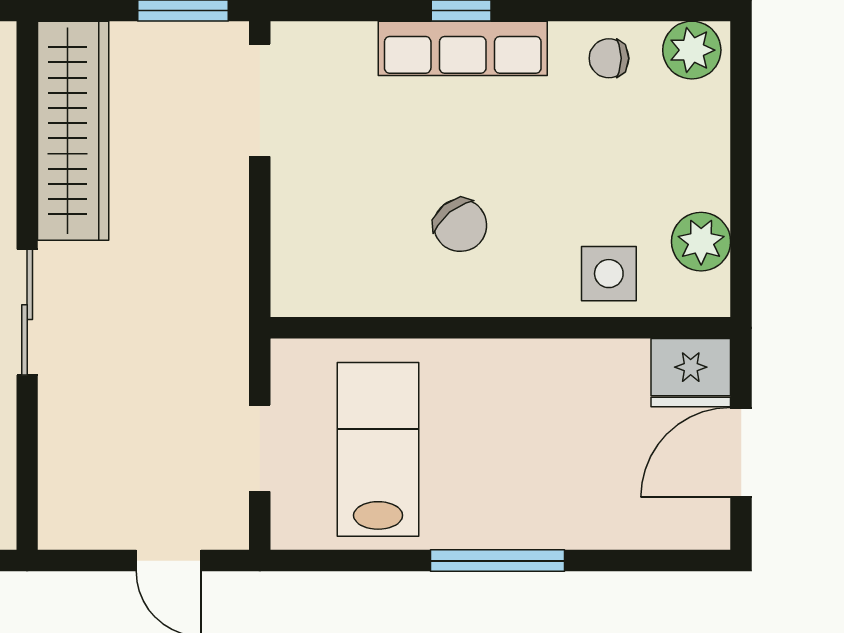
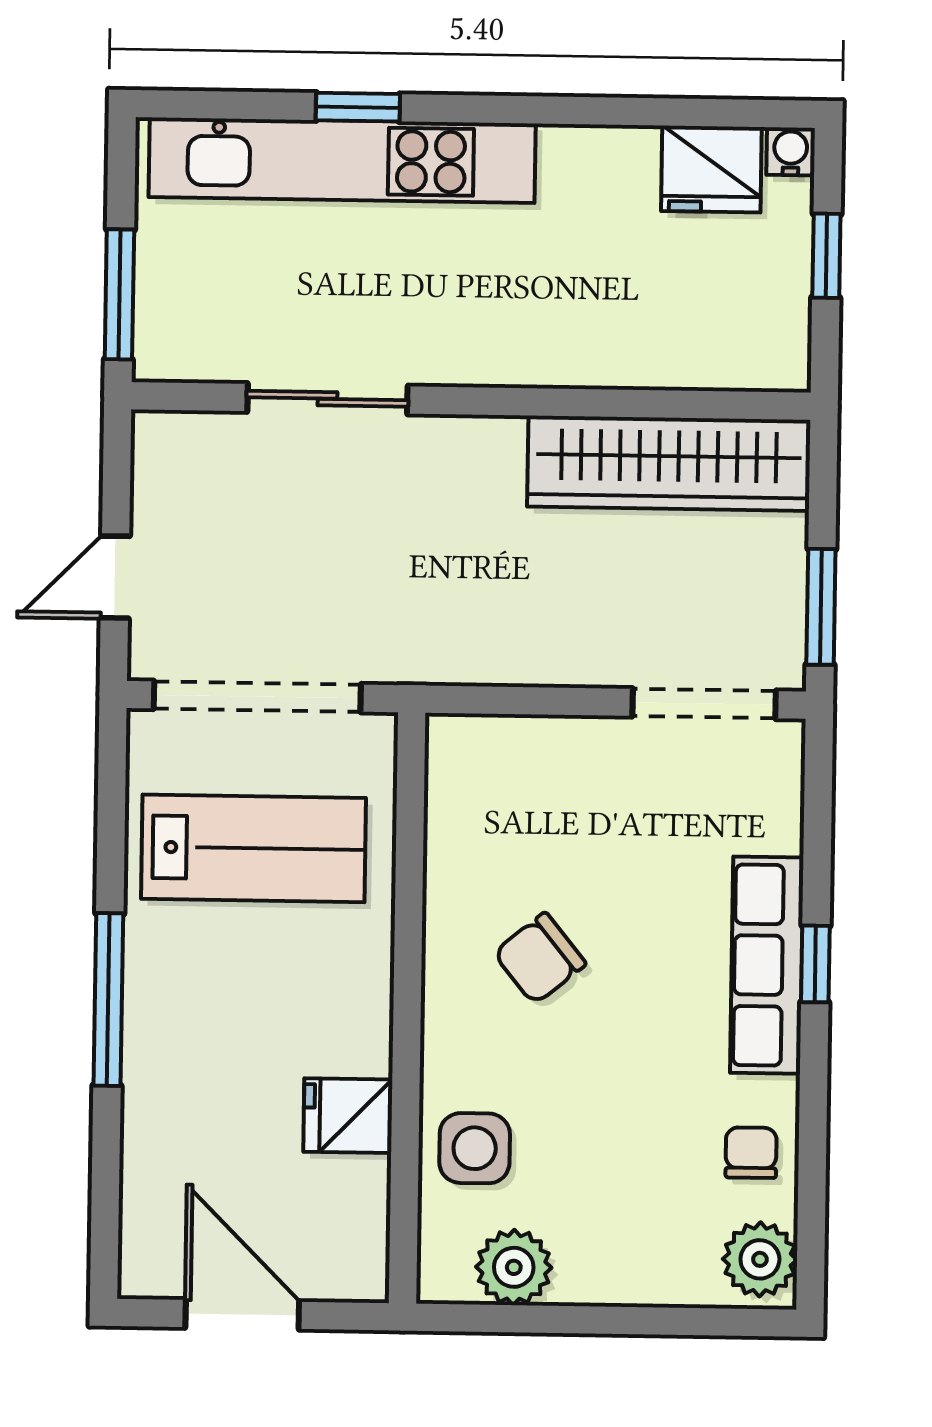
sliding door: (27, 312) -> (327, 399), moved
fridge: (691, 373) -> (348, 1116), moved, width x0.72
doorway: (260, 448) -> (257, 697), width x1.87

